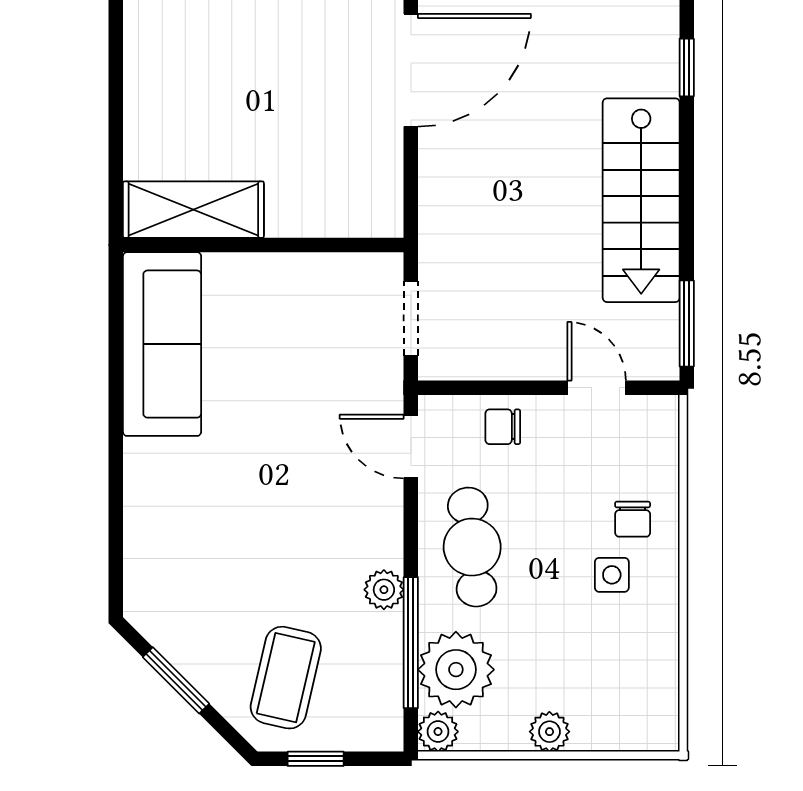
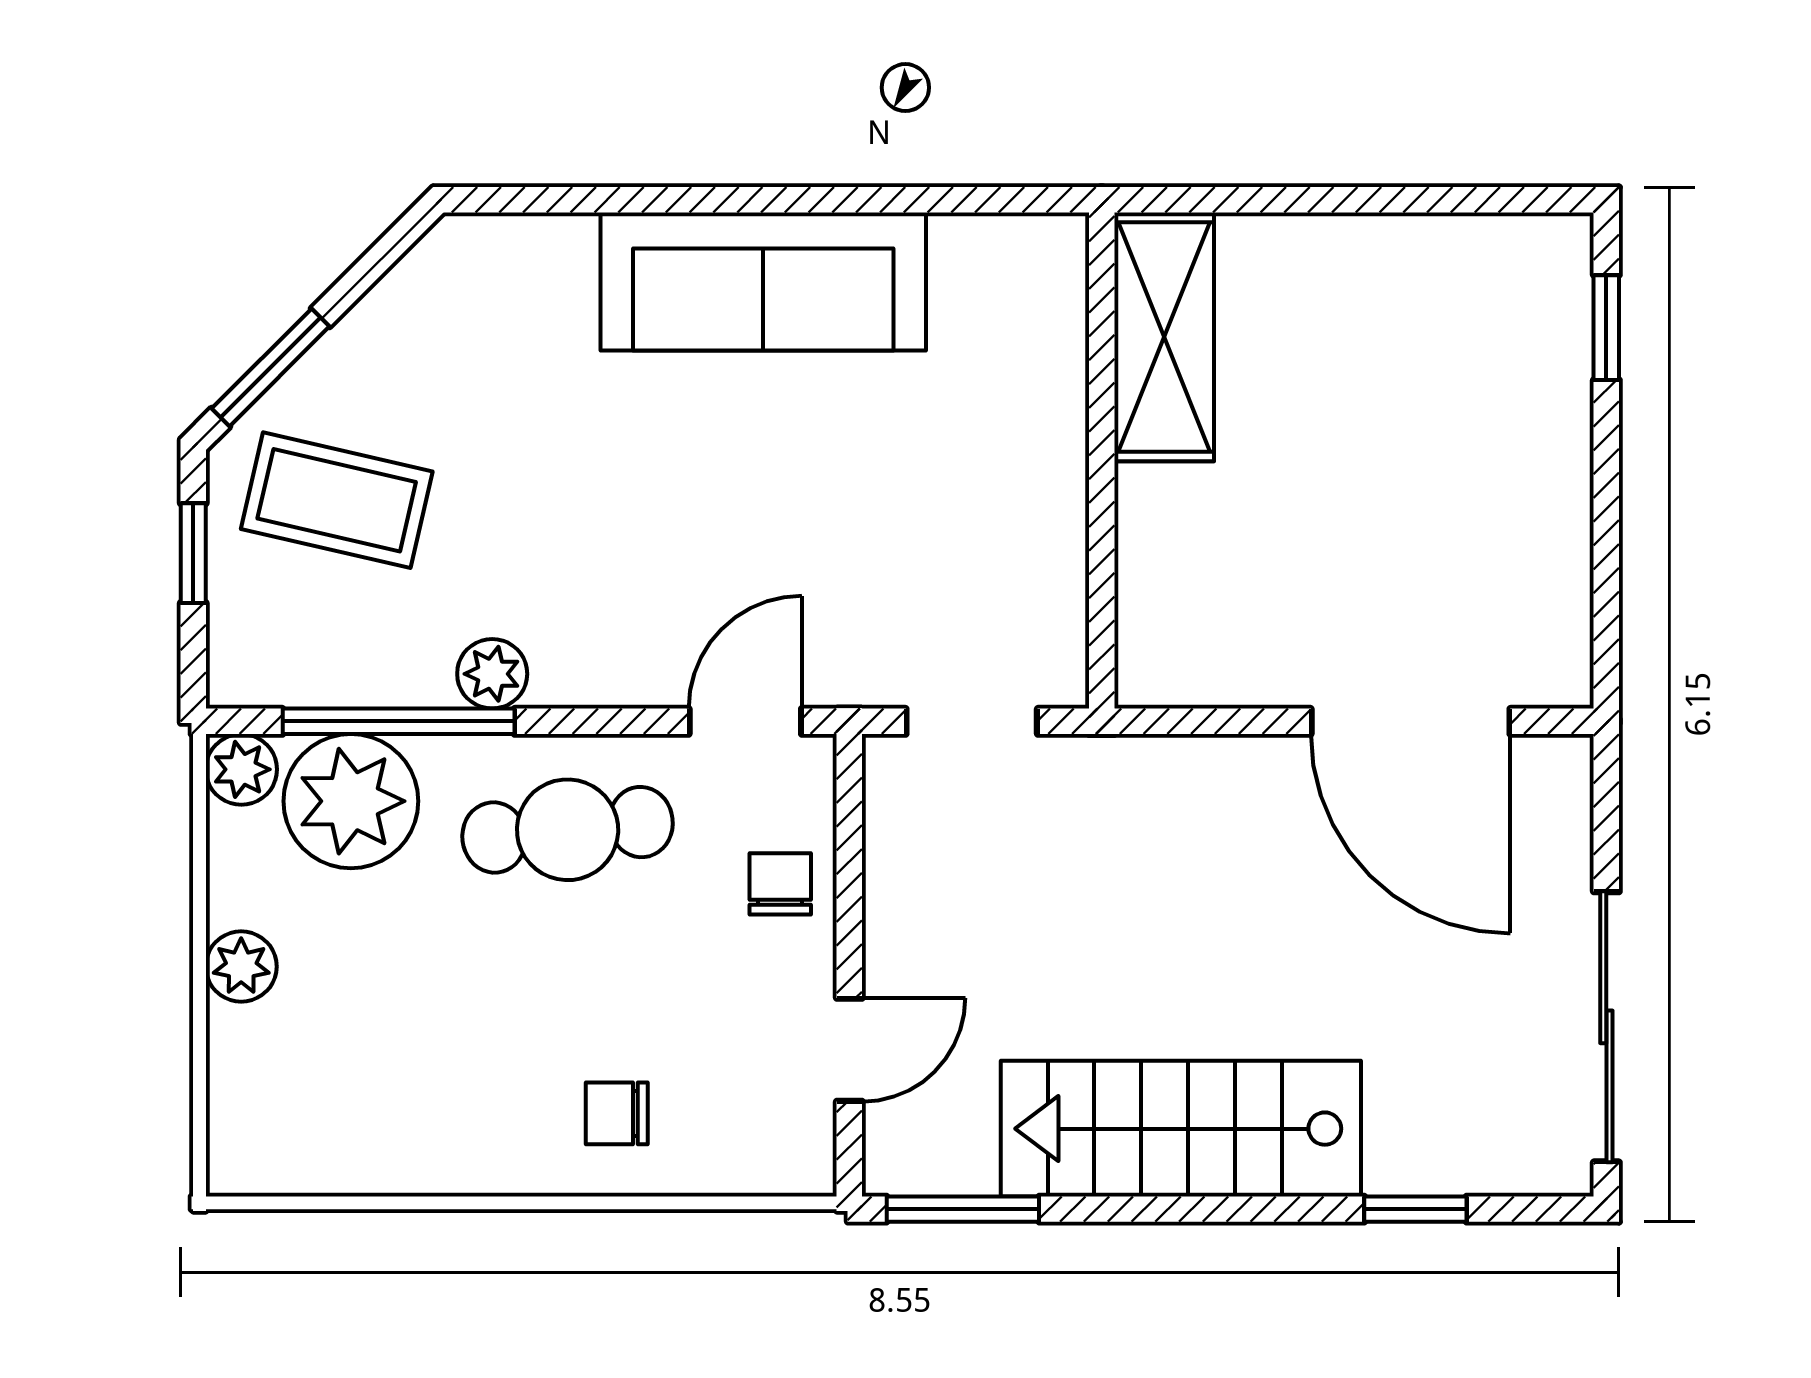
sofa: (162, 344) -> (763, 281), moved
side table: (612, 575) -> (518, 1077), removed
window: (176, 680) -> (271, 367), moved

